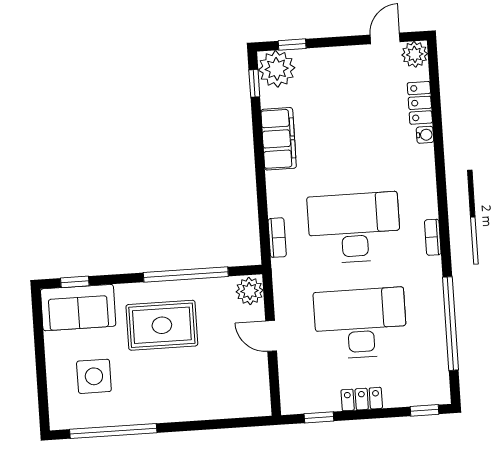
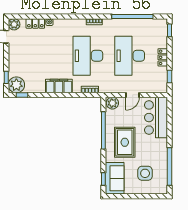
filing cabinet: (279, 139) -> (59, 86), moved
bar counter: (223, 393) -> (156, 118), added

